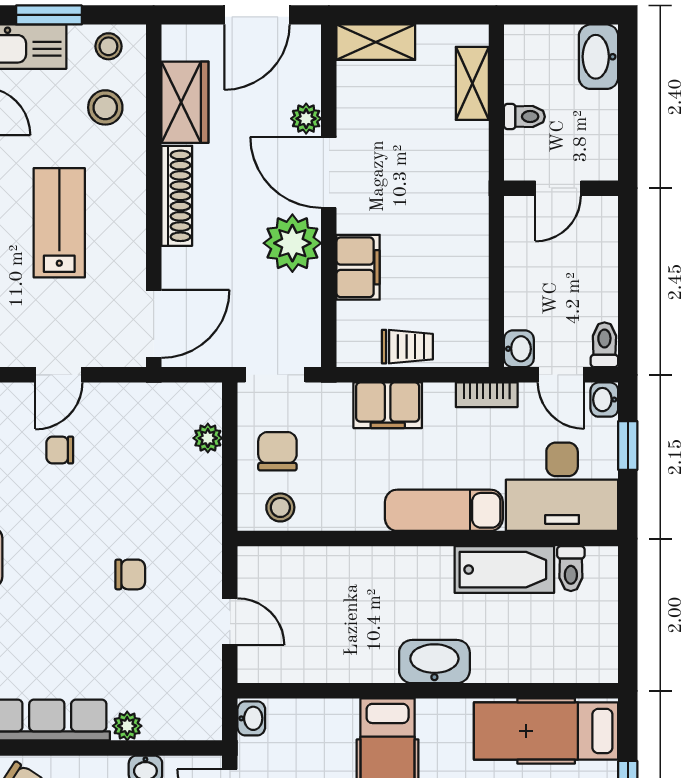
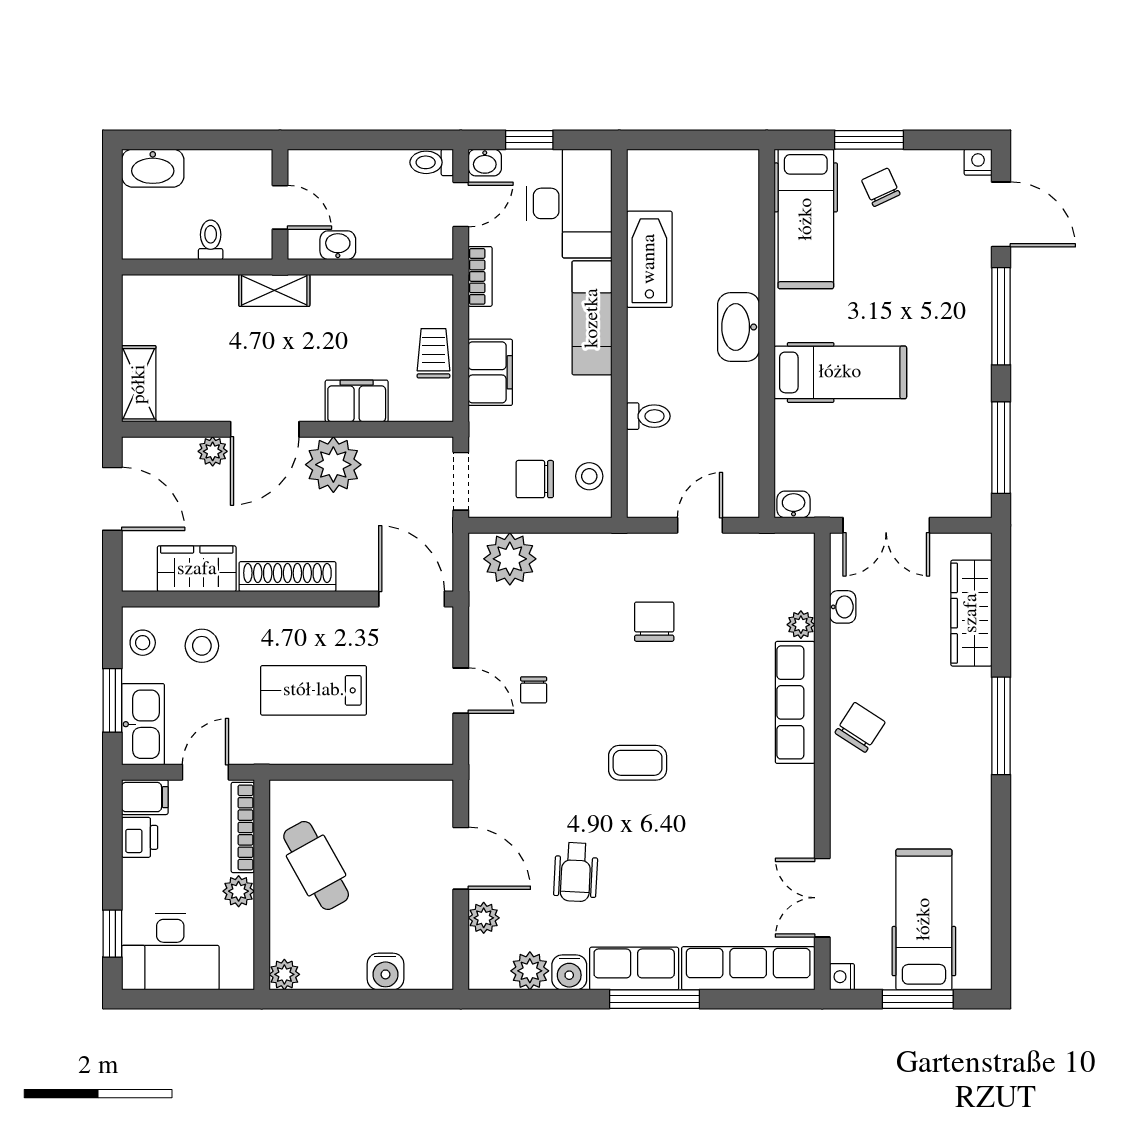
shelving: (472, 83) -> (274, 290), moved
washbasin: (519, 349) -> (338, 245), moved
plant: (208, 438) -> (510, 559), width x1.88, depth x1.88
toilet: (571, 569) -> (648, 416), moved
chair: (130, 574) -> (654, 622), width x1.37, depth x1.37

